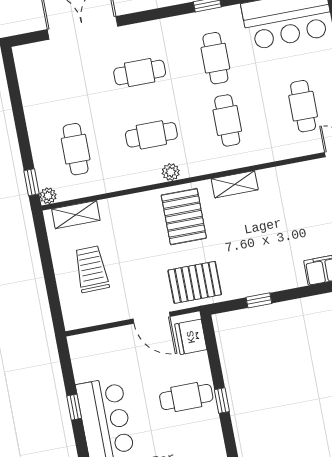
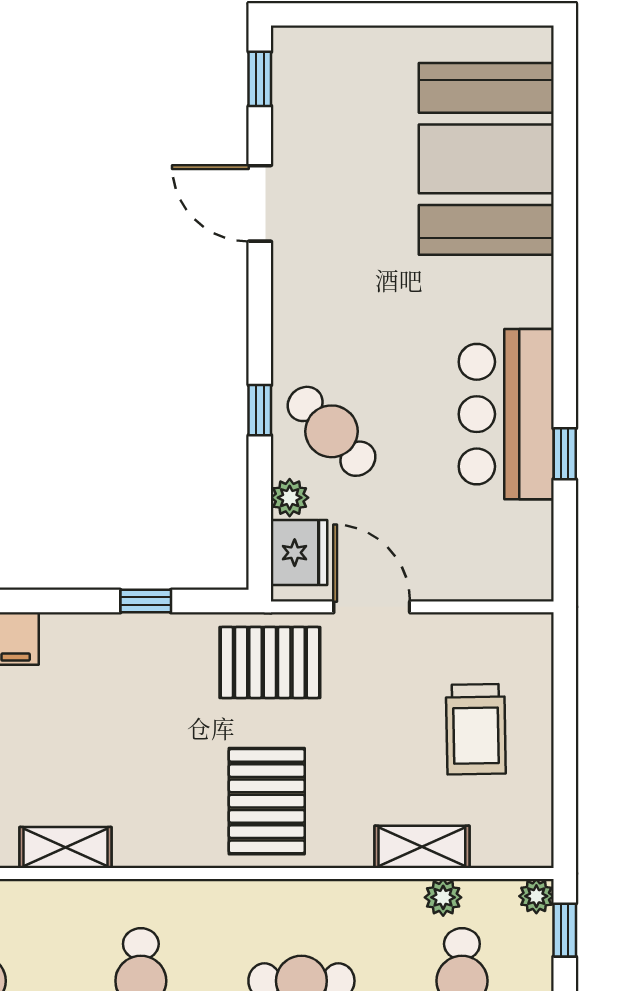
plant: (171, 172) -> (443, 897), moved
shelving: (235, 184) -> (65, 848), moved
shelving: (76, 215) -> (422, 847), moved
plant: (200, 362) -> (290, 498), added
cafe table: (186, 397) -> (332, 431), turned 46

